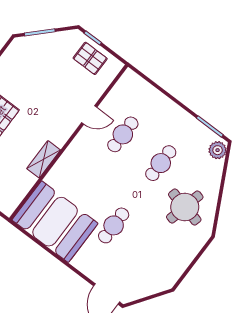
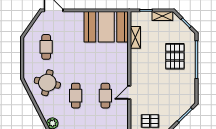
shelving: (44, 159) -> (135, 37), moved
cafe table: (114, 225) -> (46, 47), moved

